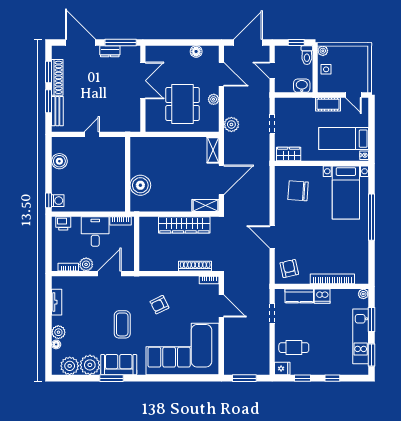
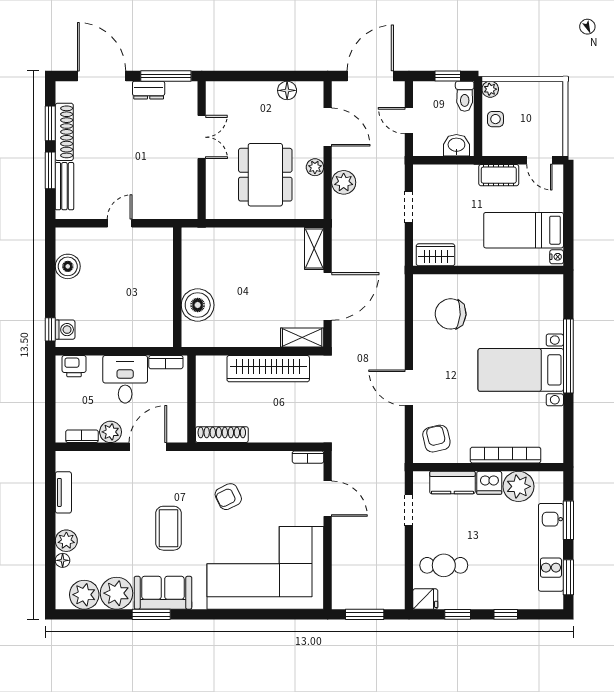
double door: (143, 81) -> (202, 137), width x0.73
plant: (231, 124) -> (344, 182), moved
bed with nightstands: (346, 193) -> (521, 370), moved, turned 90
shoe rack: (195, 266) -> (222, 435), moved
plant: (363, 294) -> (518, 486), moved, width x1.87, depth x1.87

